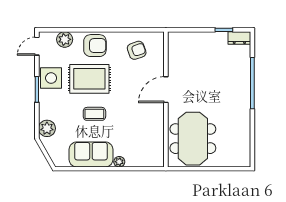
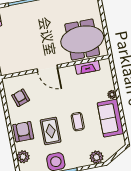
rug: (89, 79) -> (51, 131), width x0.73, depth x0.70
fireplace: (158, 138) -> (88, 67), added

